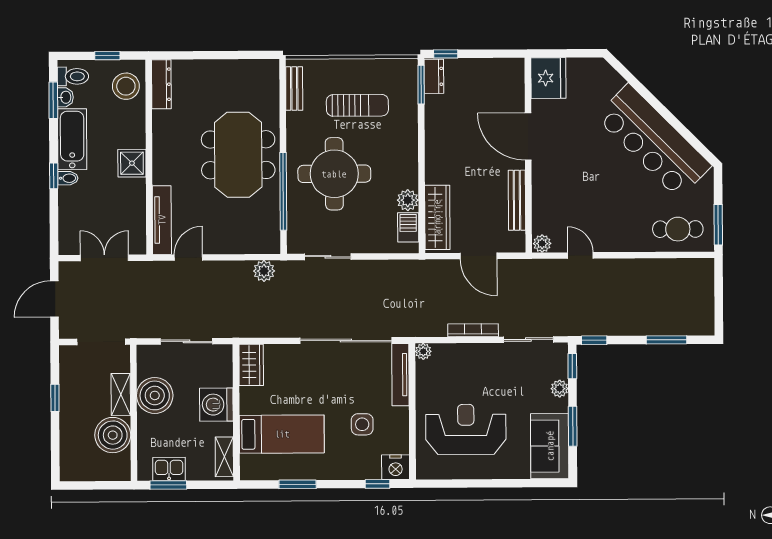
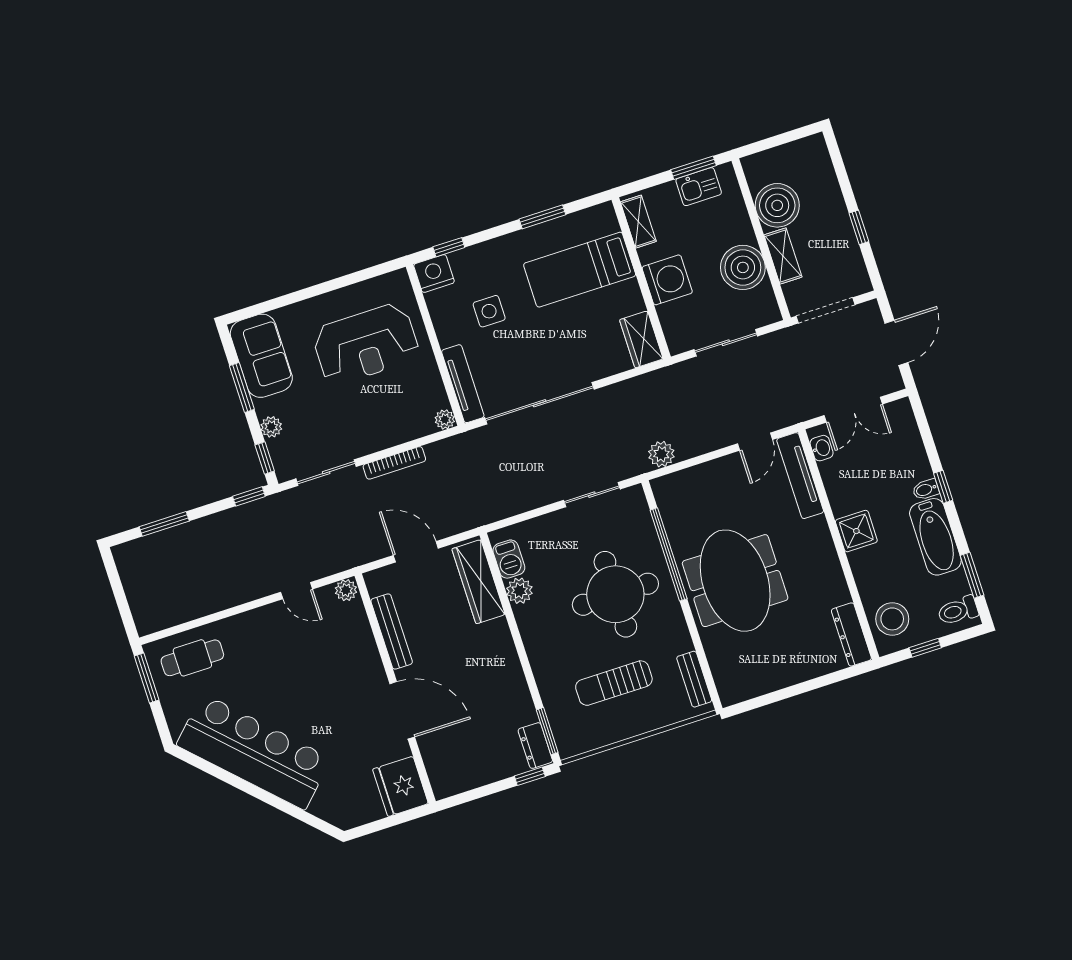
washbasin: (65, 97) -> (822, 448), moved, turned 180

